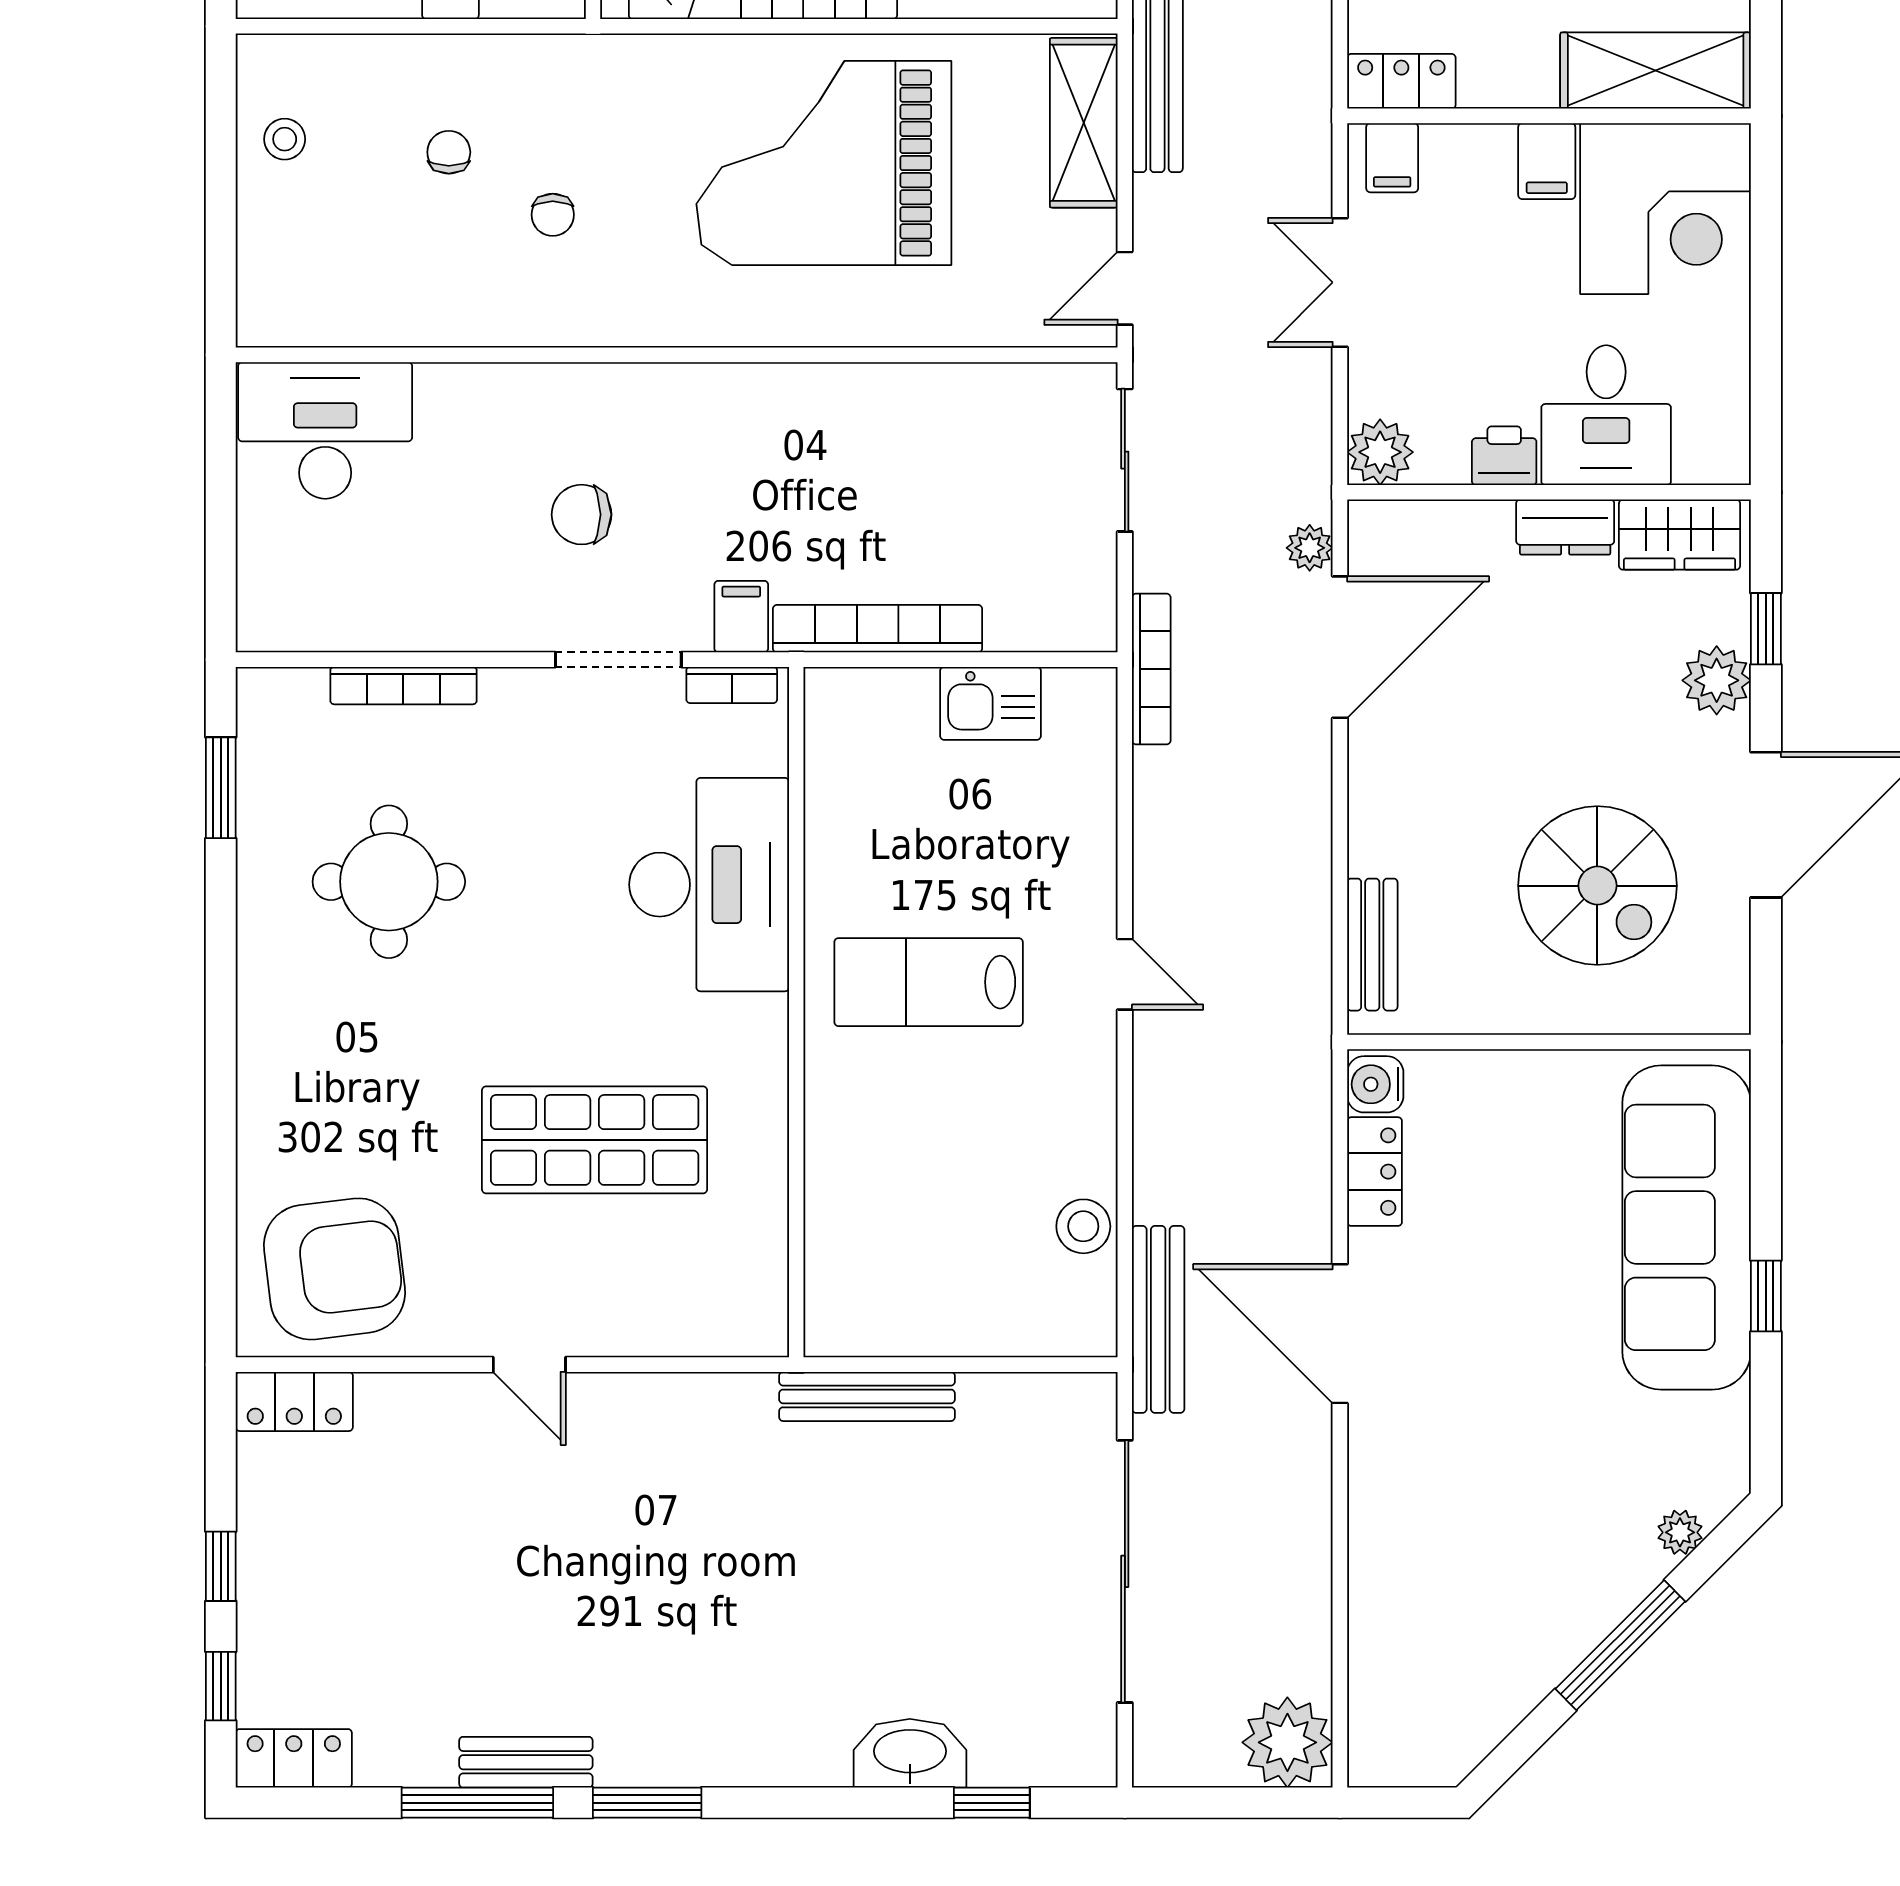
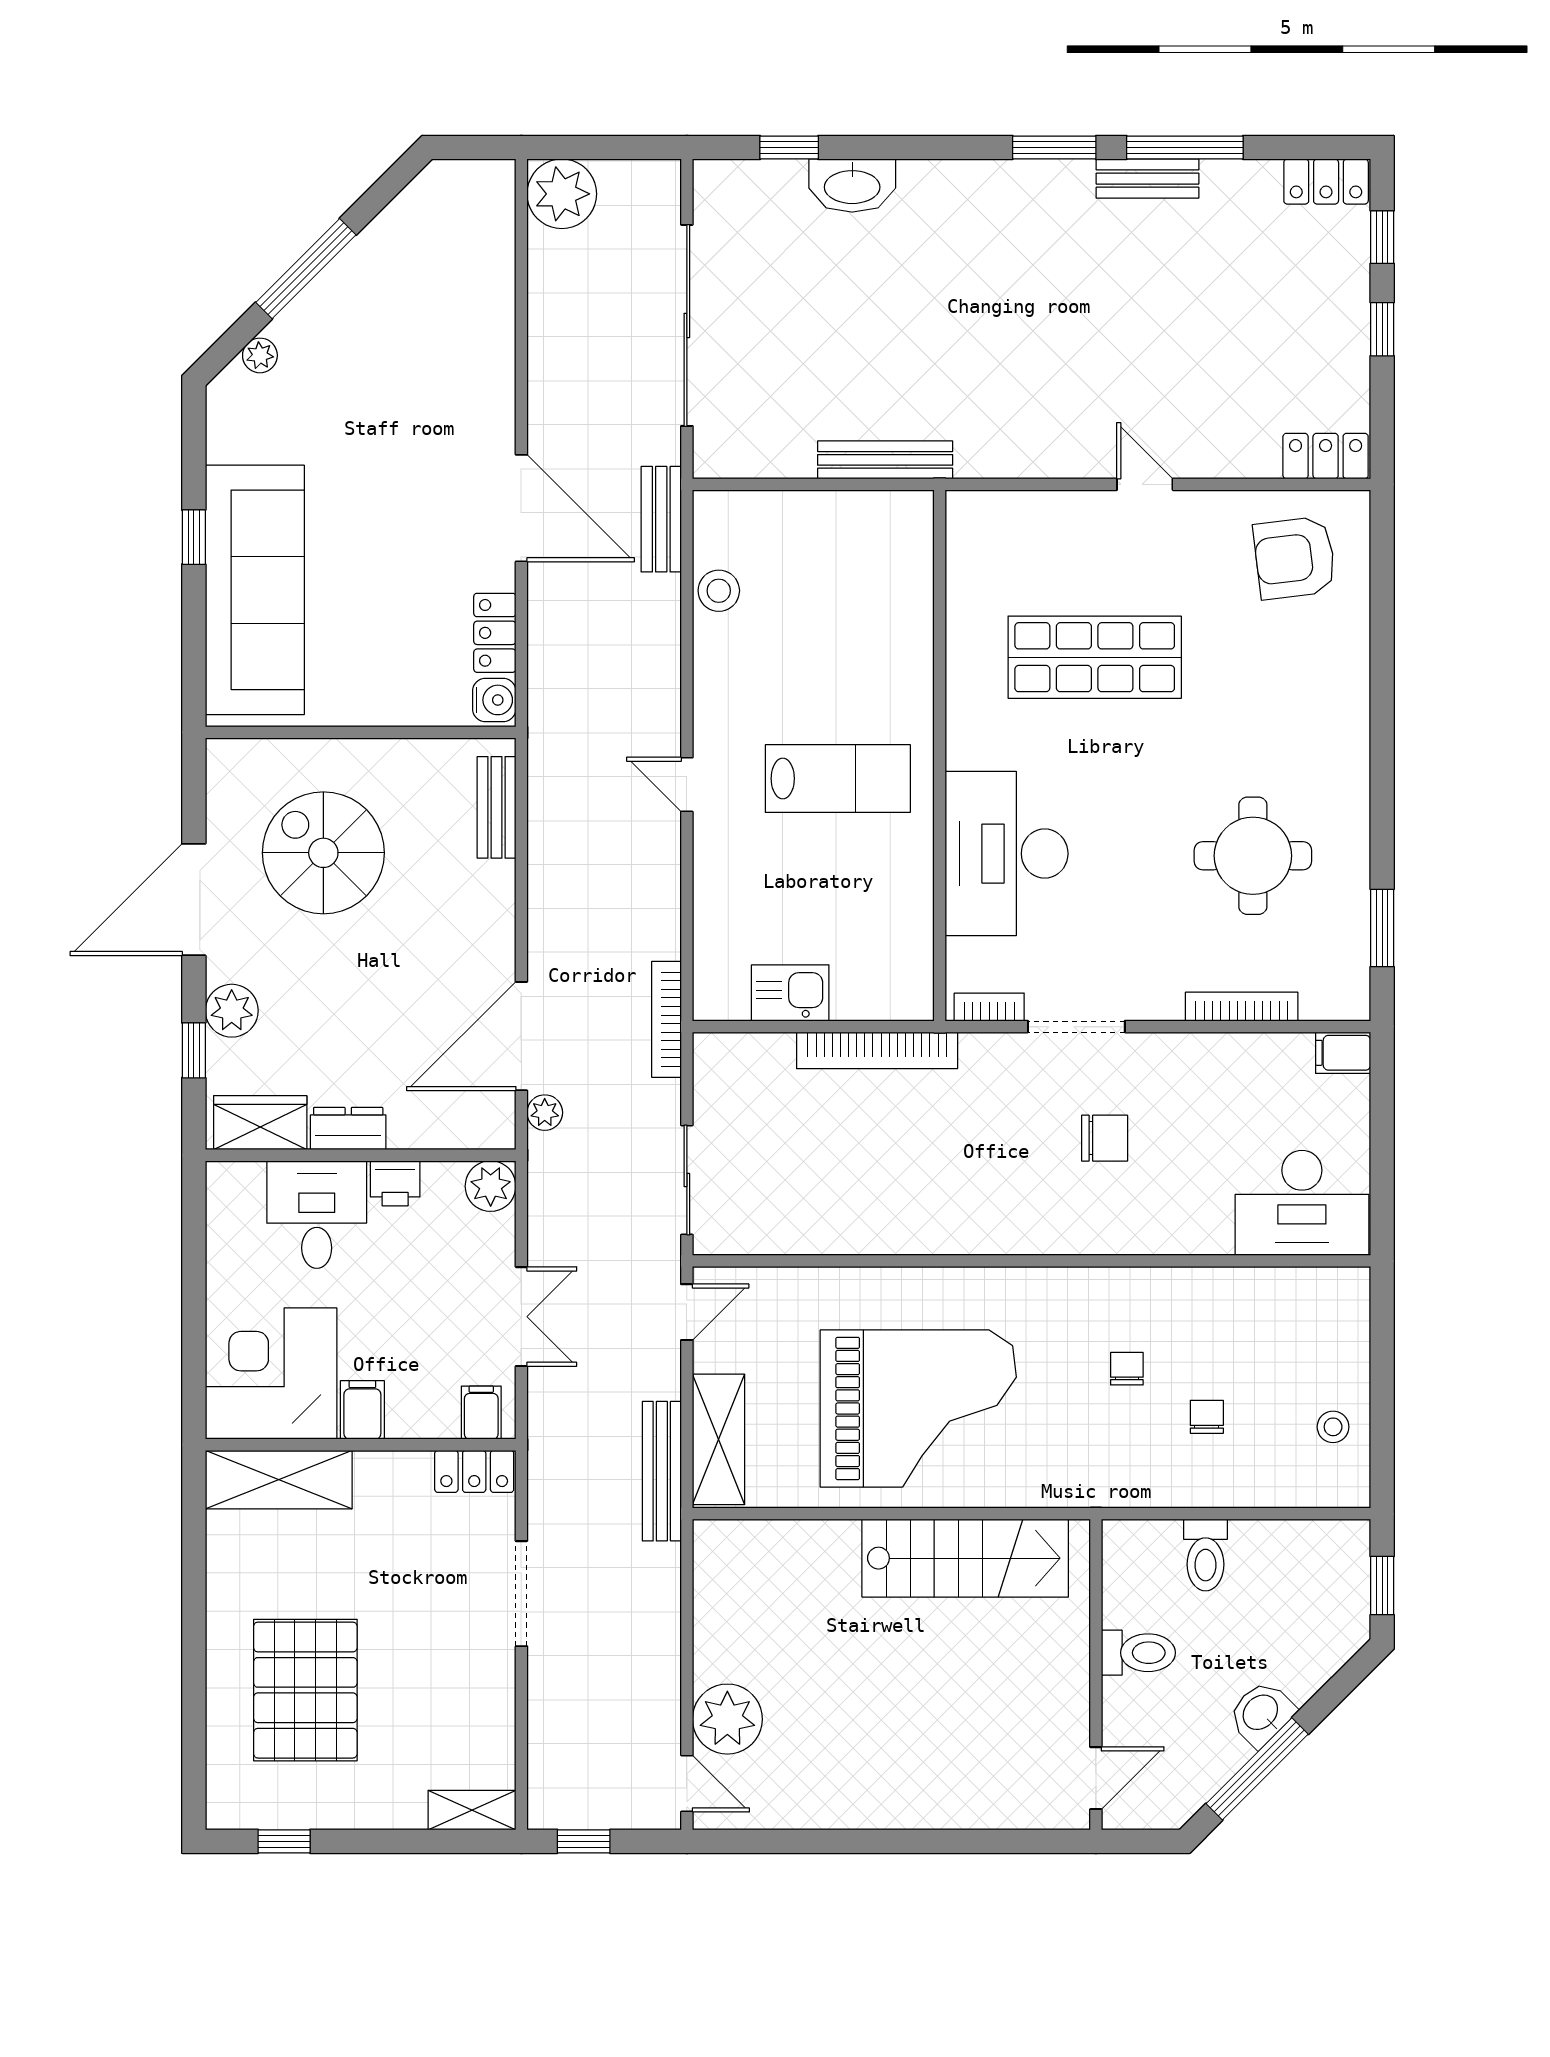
chair: (449, 152) -> (1207, 1417), turned 180
filing cabinet: (741, 617) -> (1343, 1053), moved, turned 90
armchair: (334, 1269) -> (1295, 558), width x0.73, depth x0.73
bench: (1158, 1319) -> (661, 519), width x0.73

